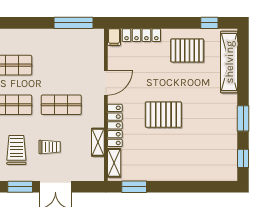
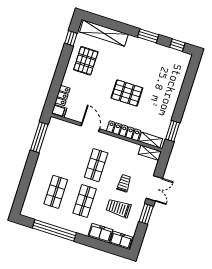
locker: (141, 35) -> (62, 95), width x0.66
pallet: (163, 115) -> (127, 93), turned 90
shelving: (98, 142) -> (150, 153), moved

